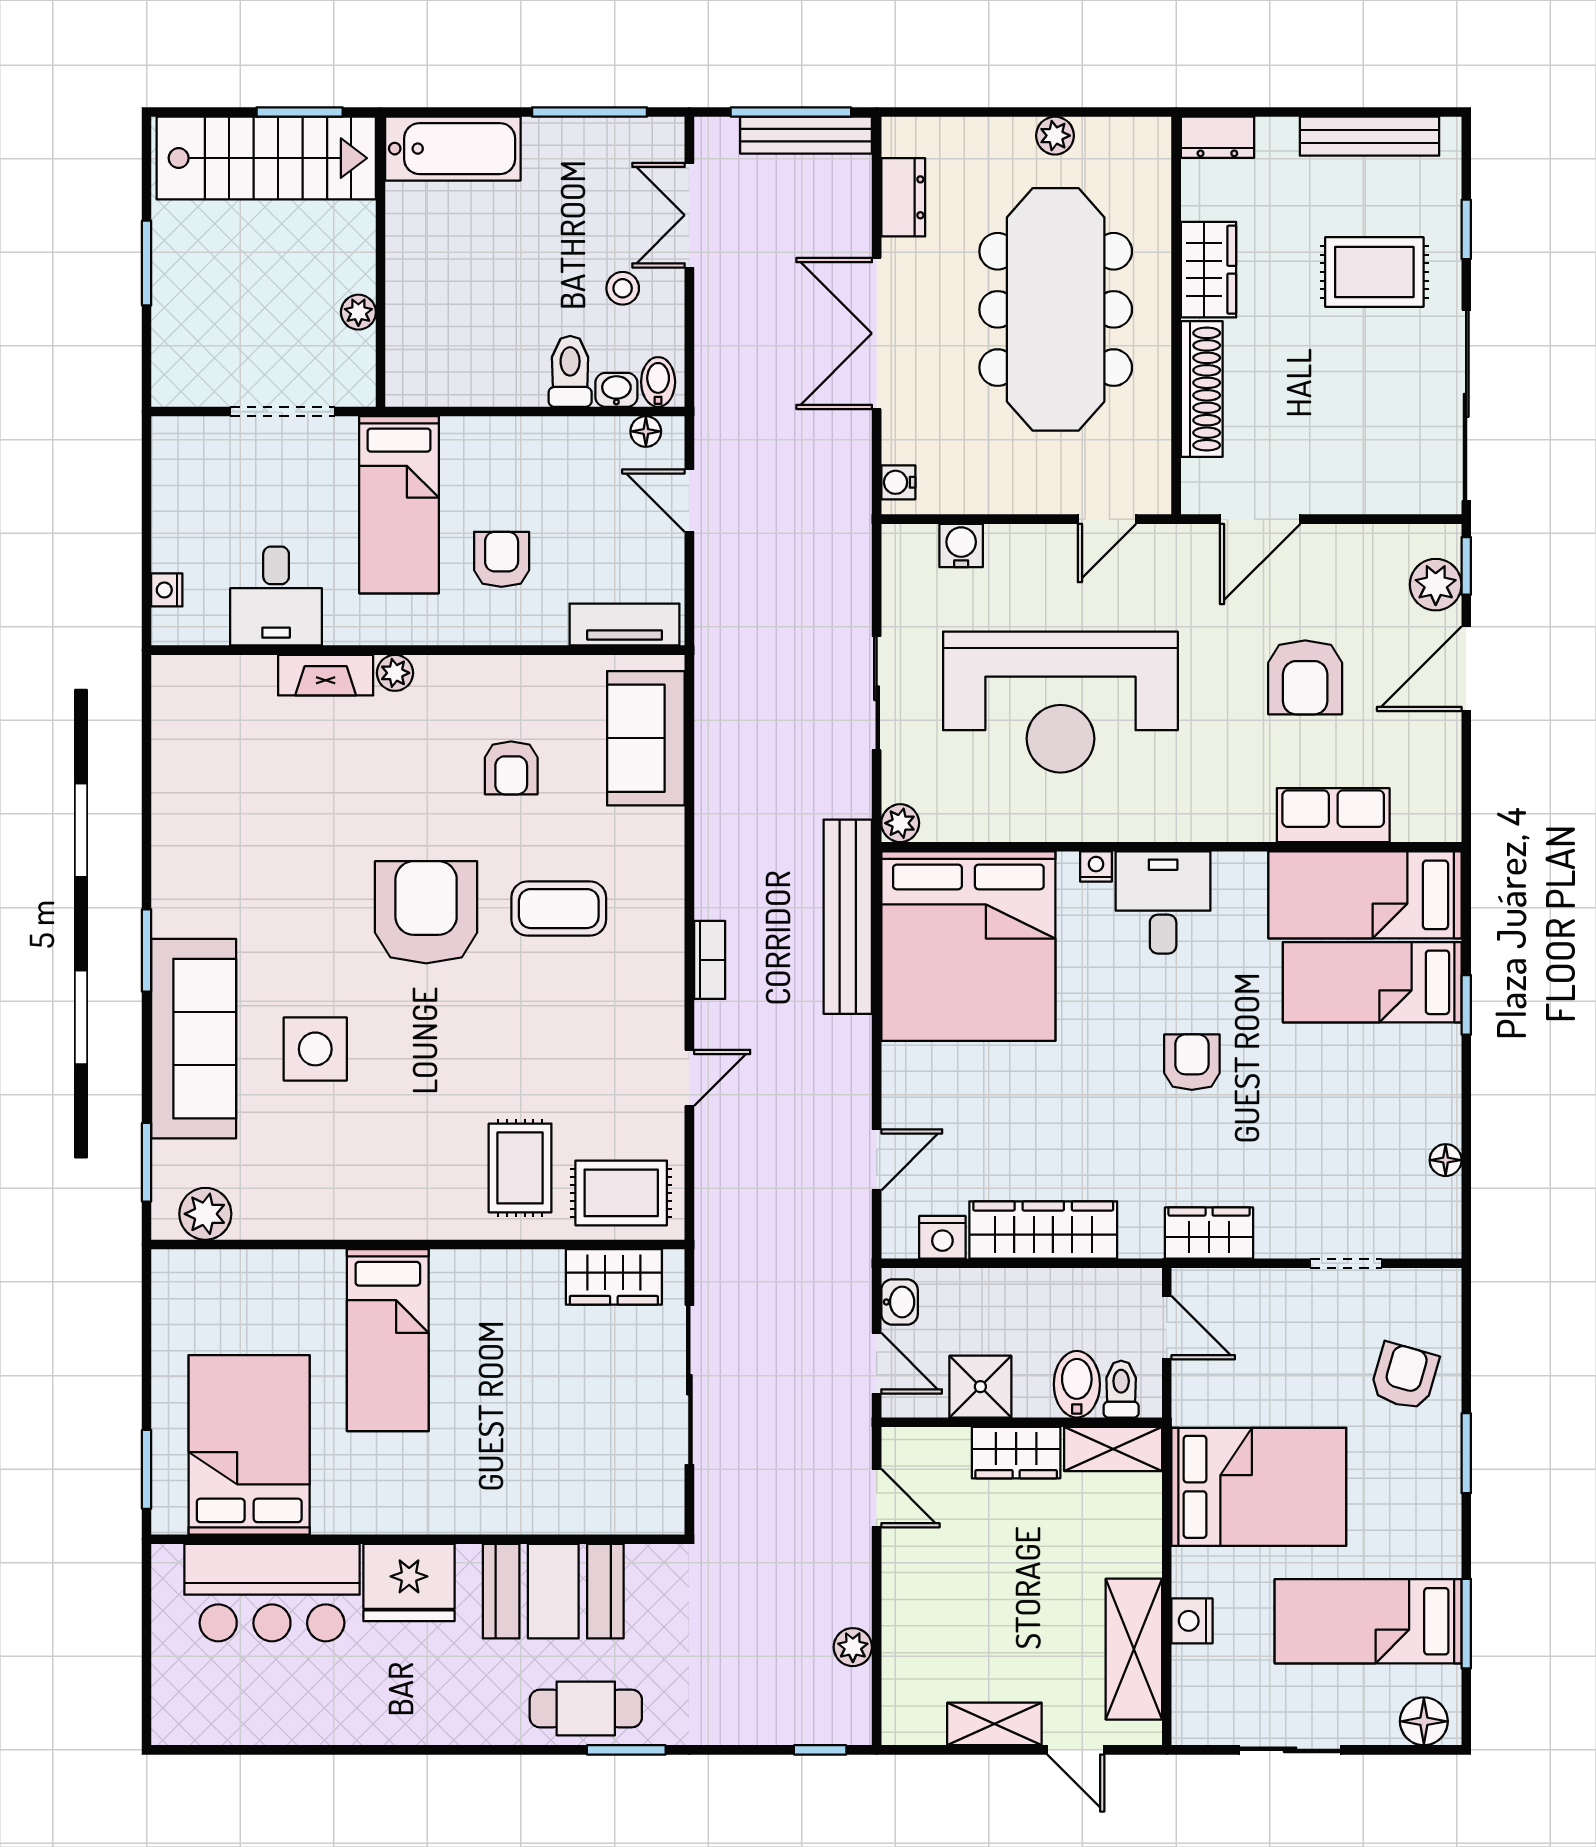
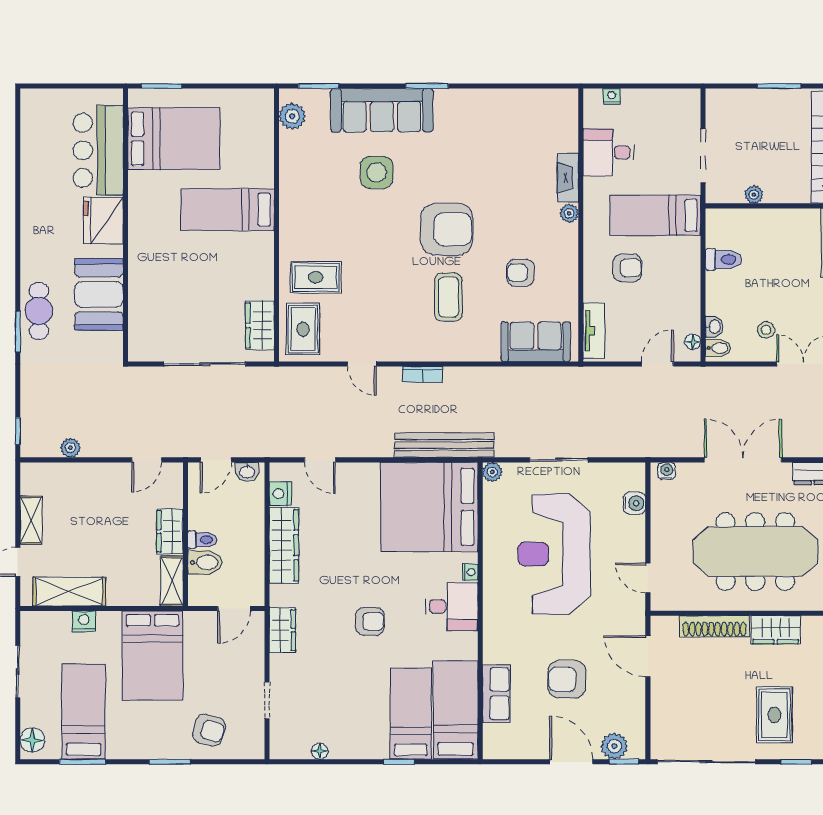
toilet: (570, 371) -> (724, 259), moved
shower: (980, 1387) -> (204, 513), removed
toilet: (1121, 1389) -> (202, 540), moved

